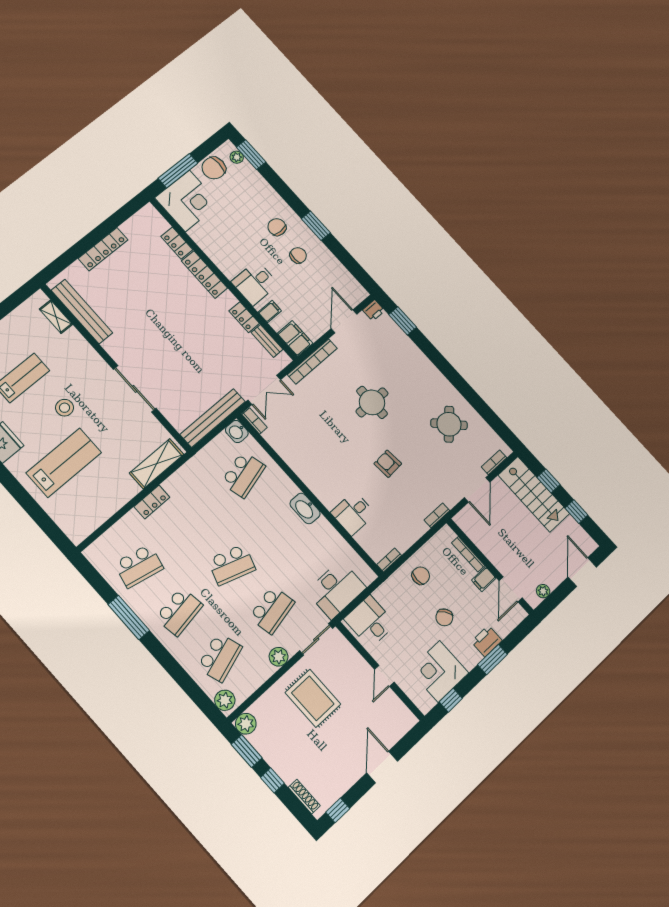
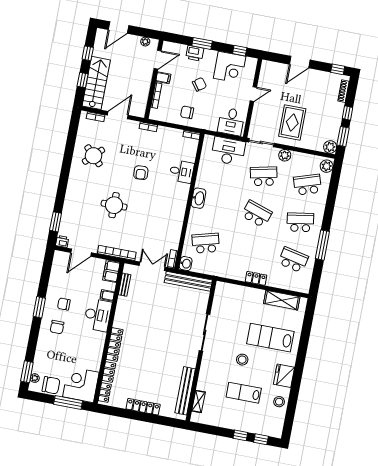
desk: (255, 283) -> (98, 315), width x1.37
locker: (244, 317) -> (105, 392), moved
shelving: (157, 464) -> (282, 300), moved

